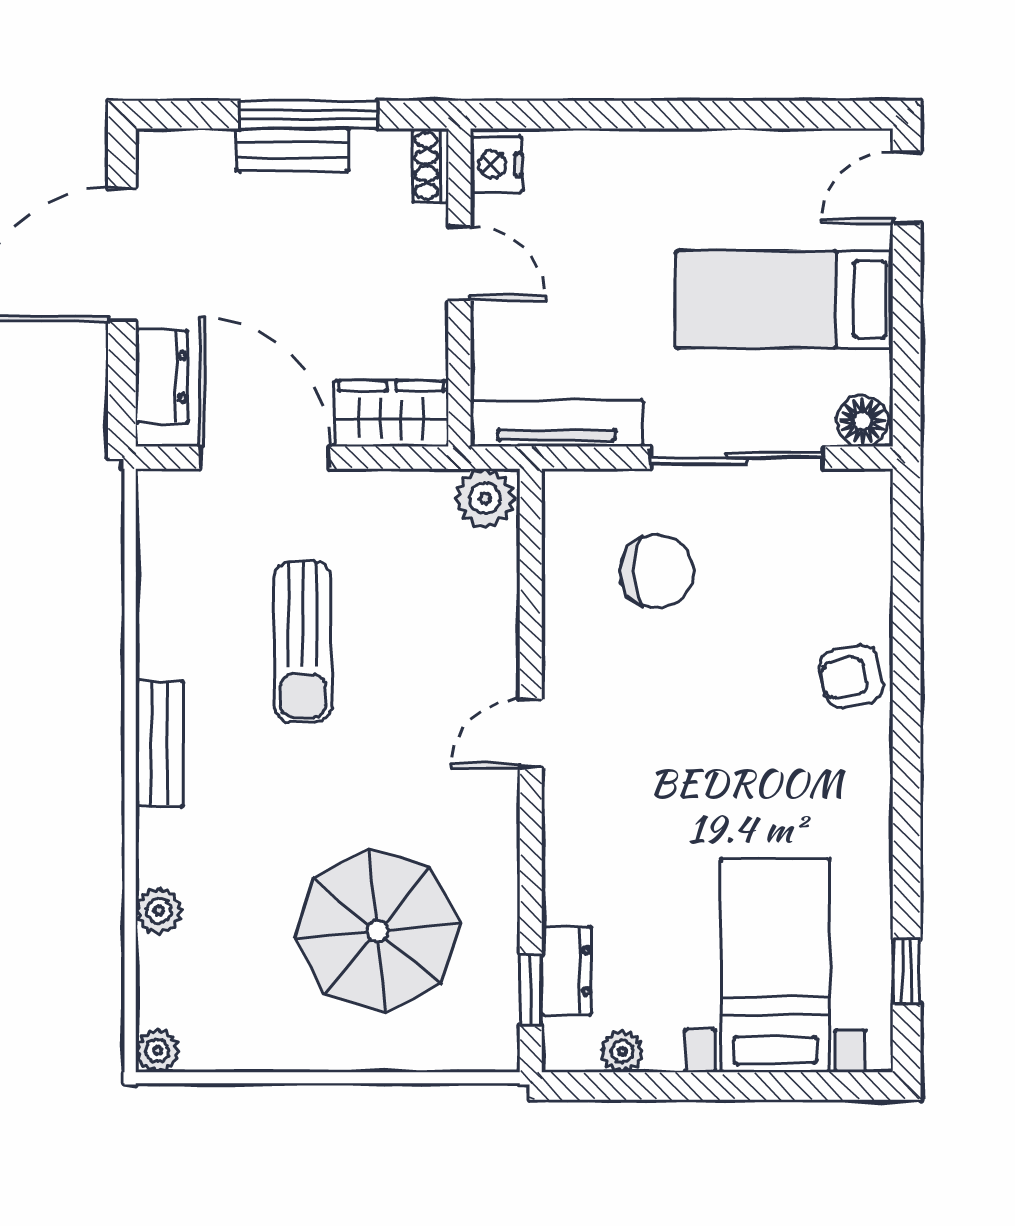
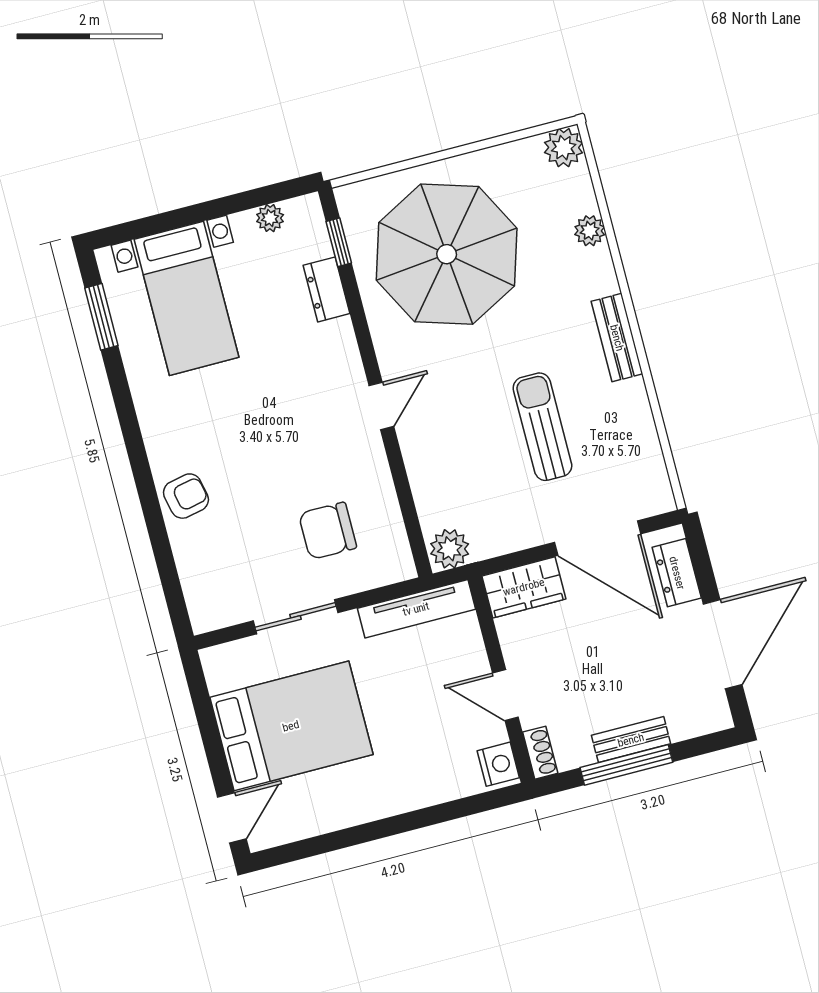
bed: (784, 300) -> (291, 726), width x1.50
floor lamp: (862, 421) -> (221, 661), removed
sliding door: (737, 458) -> (295, 617), width x0.73
parasol: (377, 931) -> (447, 254), width x1.36, depth x1.36
dresser: (567, 971) -> (326, 289), moved
window: (907, 971) -> (101, 317), width x1.50
plant: (157, 1051) -> (564, 148), width x1.38, depth x1.38

